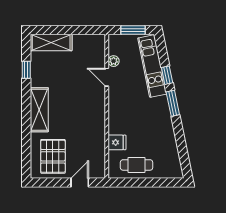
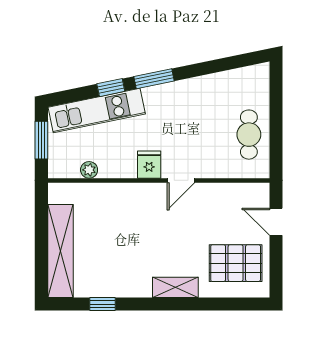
shelving: (51, 42) -> (61, 251), width x1.47
door: (107, 77) -> (181, 180), moved
shelving: (39, 110) -> (175, 287), width x0.67, depth x0.75
fridge: (117, 142) -> (149, 165), moved

